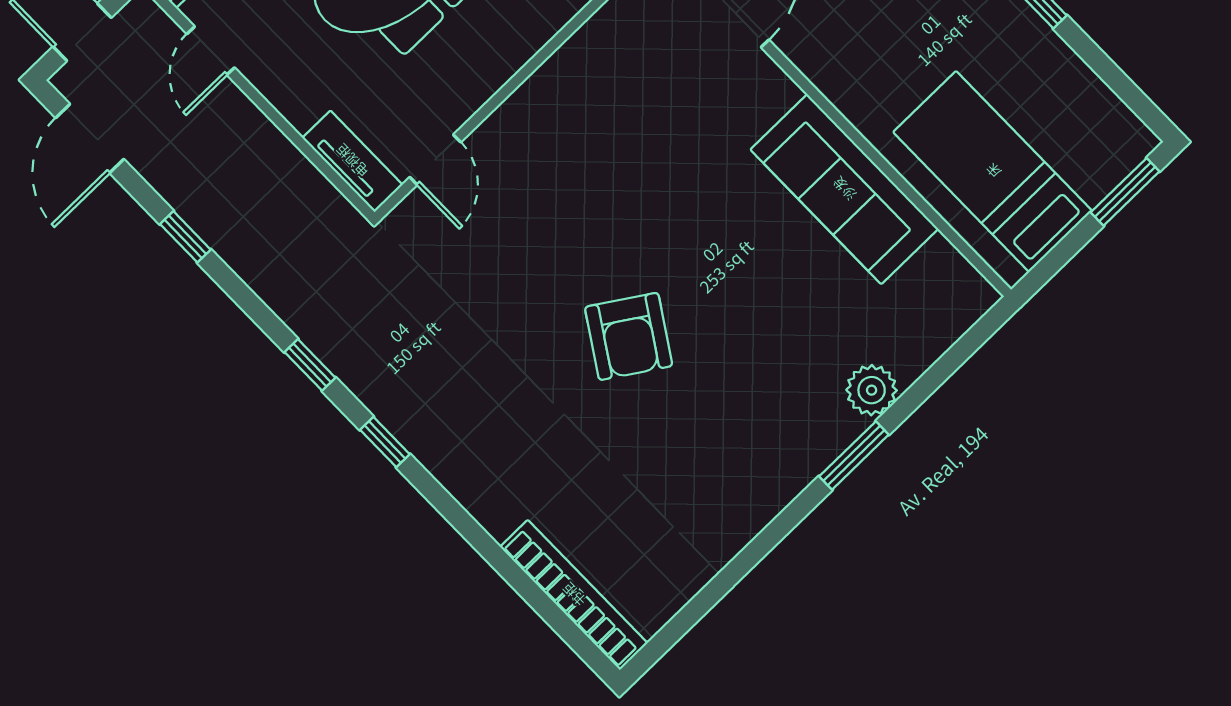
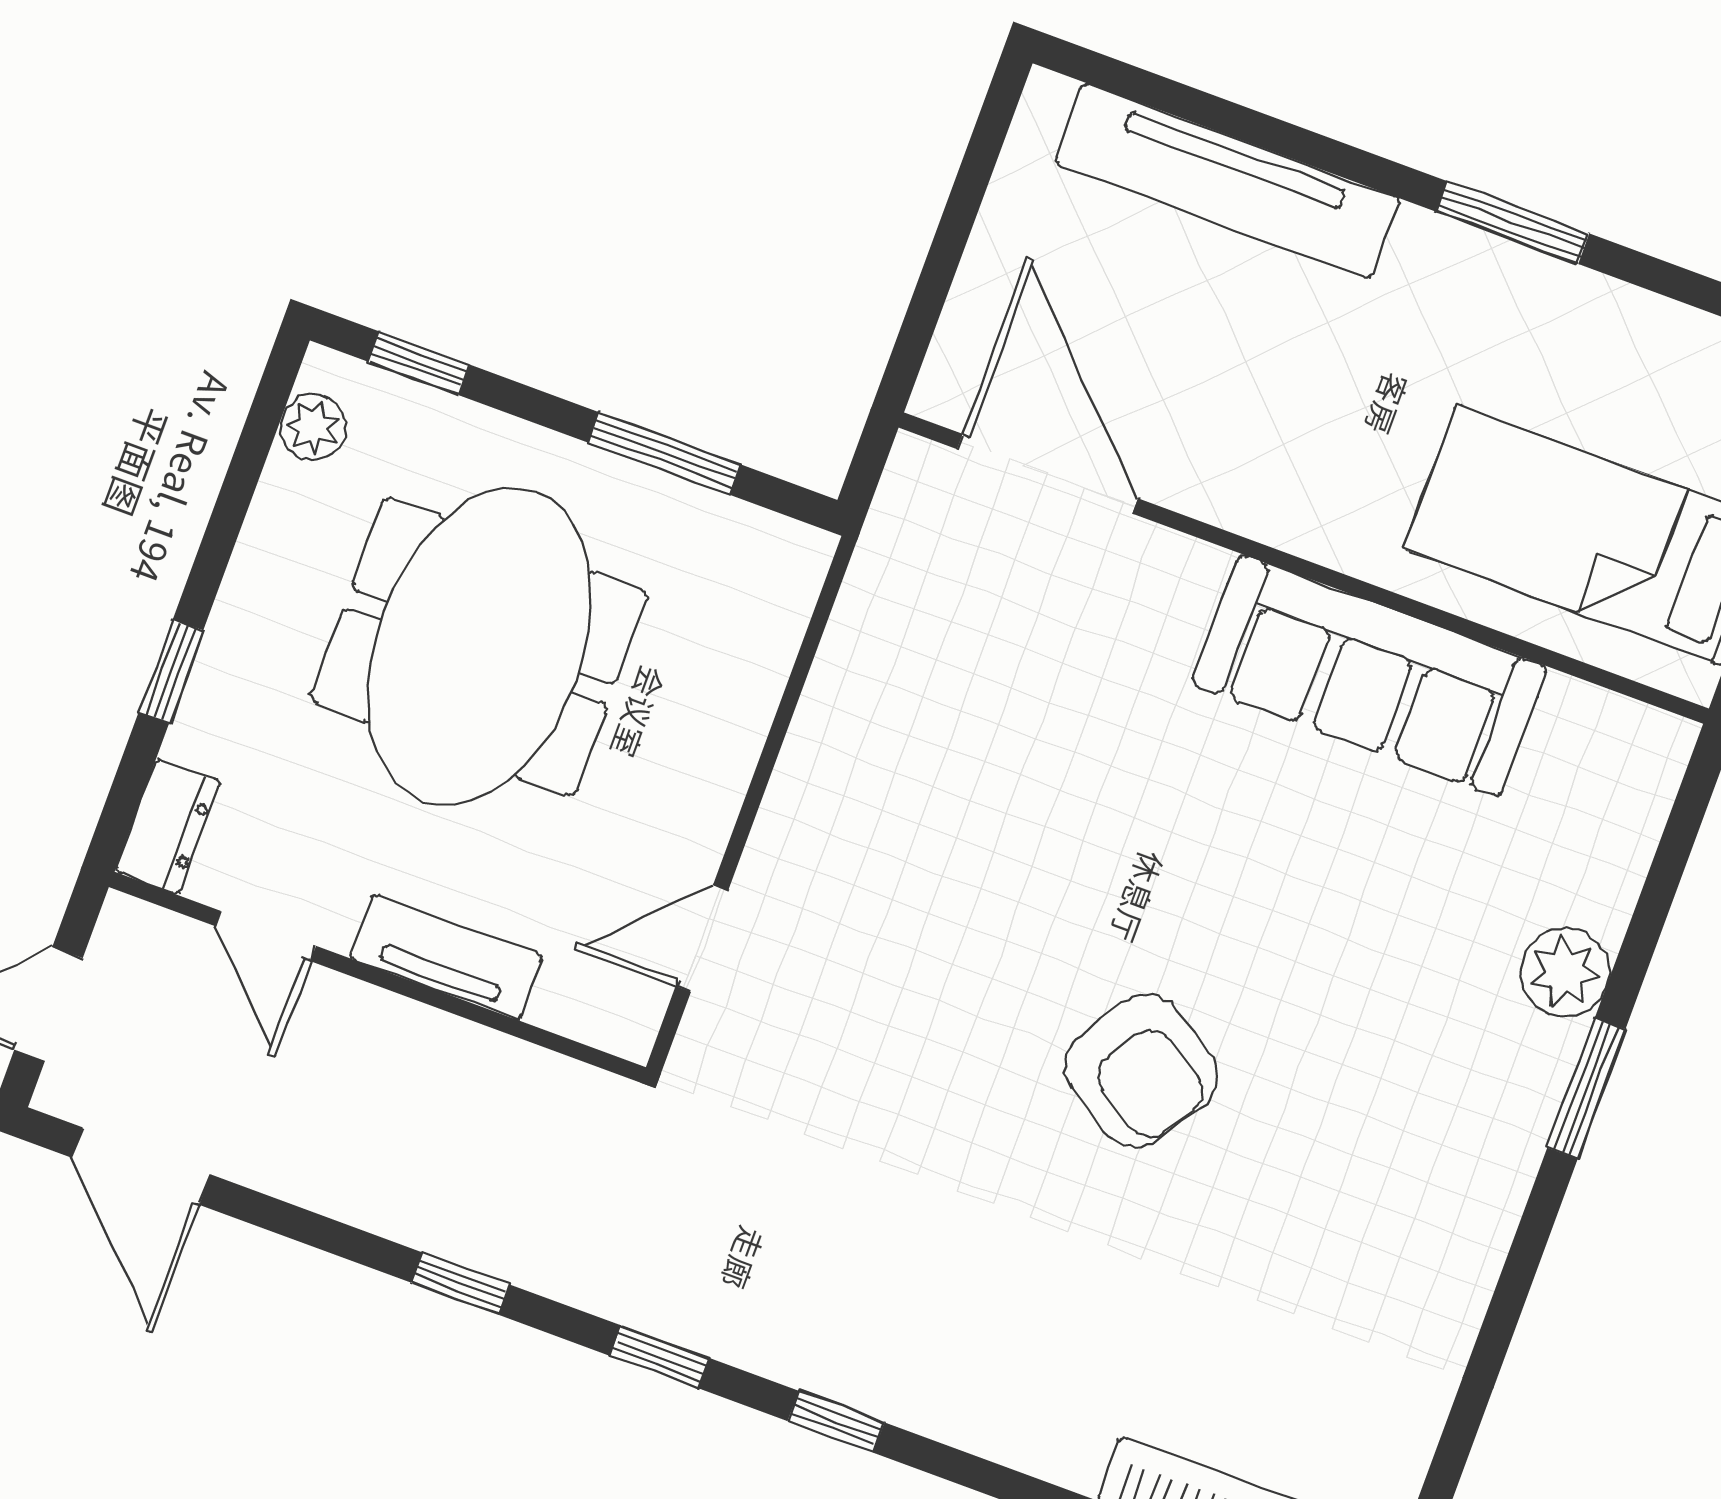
door: (435, 160) -> (702, 938), swing flipped
tv unit: (352, 161) -> (446, 957), moved
window: (185, 237) -> (460, 1284), moved

